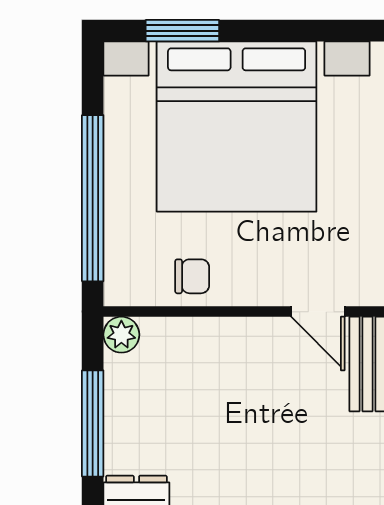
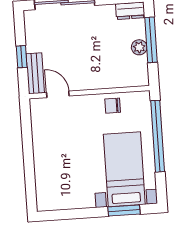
bed with nightstands: (237, 127) -> (124, 169), width x0.54
plant: (121, 335) -> (139, 47), moved

